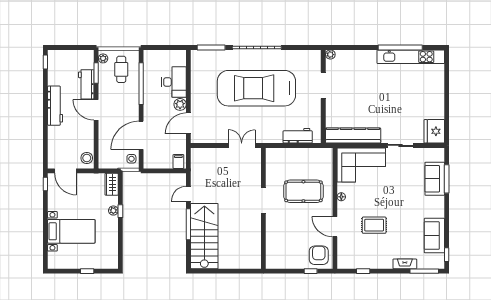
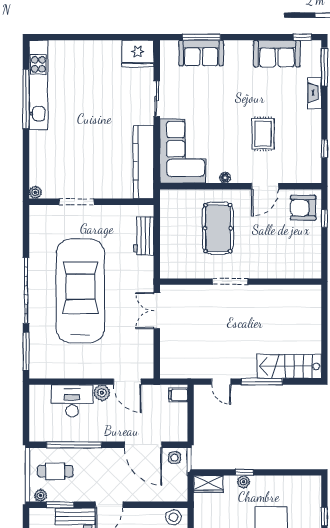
car: (256, 88) -> (80, 291), turned 180
stairs: (204, 236) -> (289, 366), width x0.73, depth x0.66

